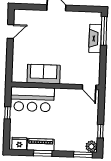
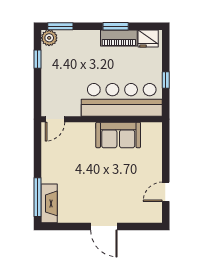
fireplace: (95, 39) -> (49, 203), moved
door: (89, 87) -> (55, 119), swing flipped
bar counter: (32, 99) -> (122, 100), width x1.36

